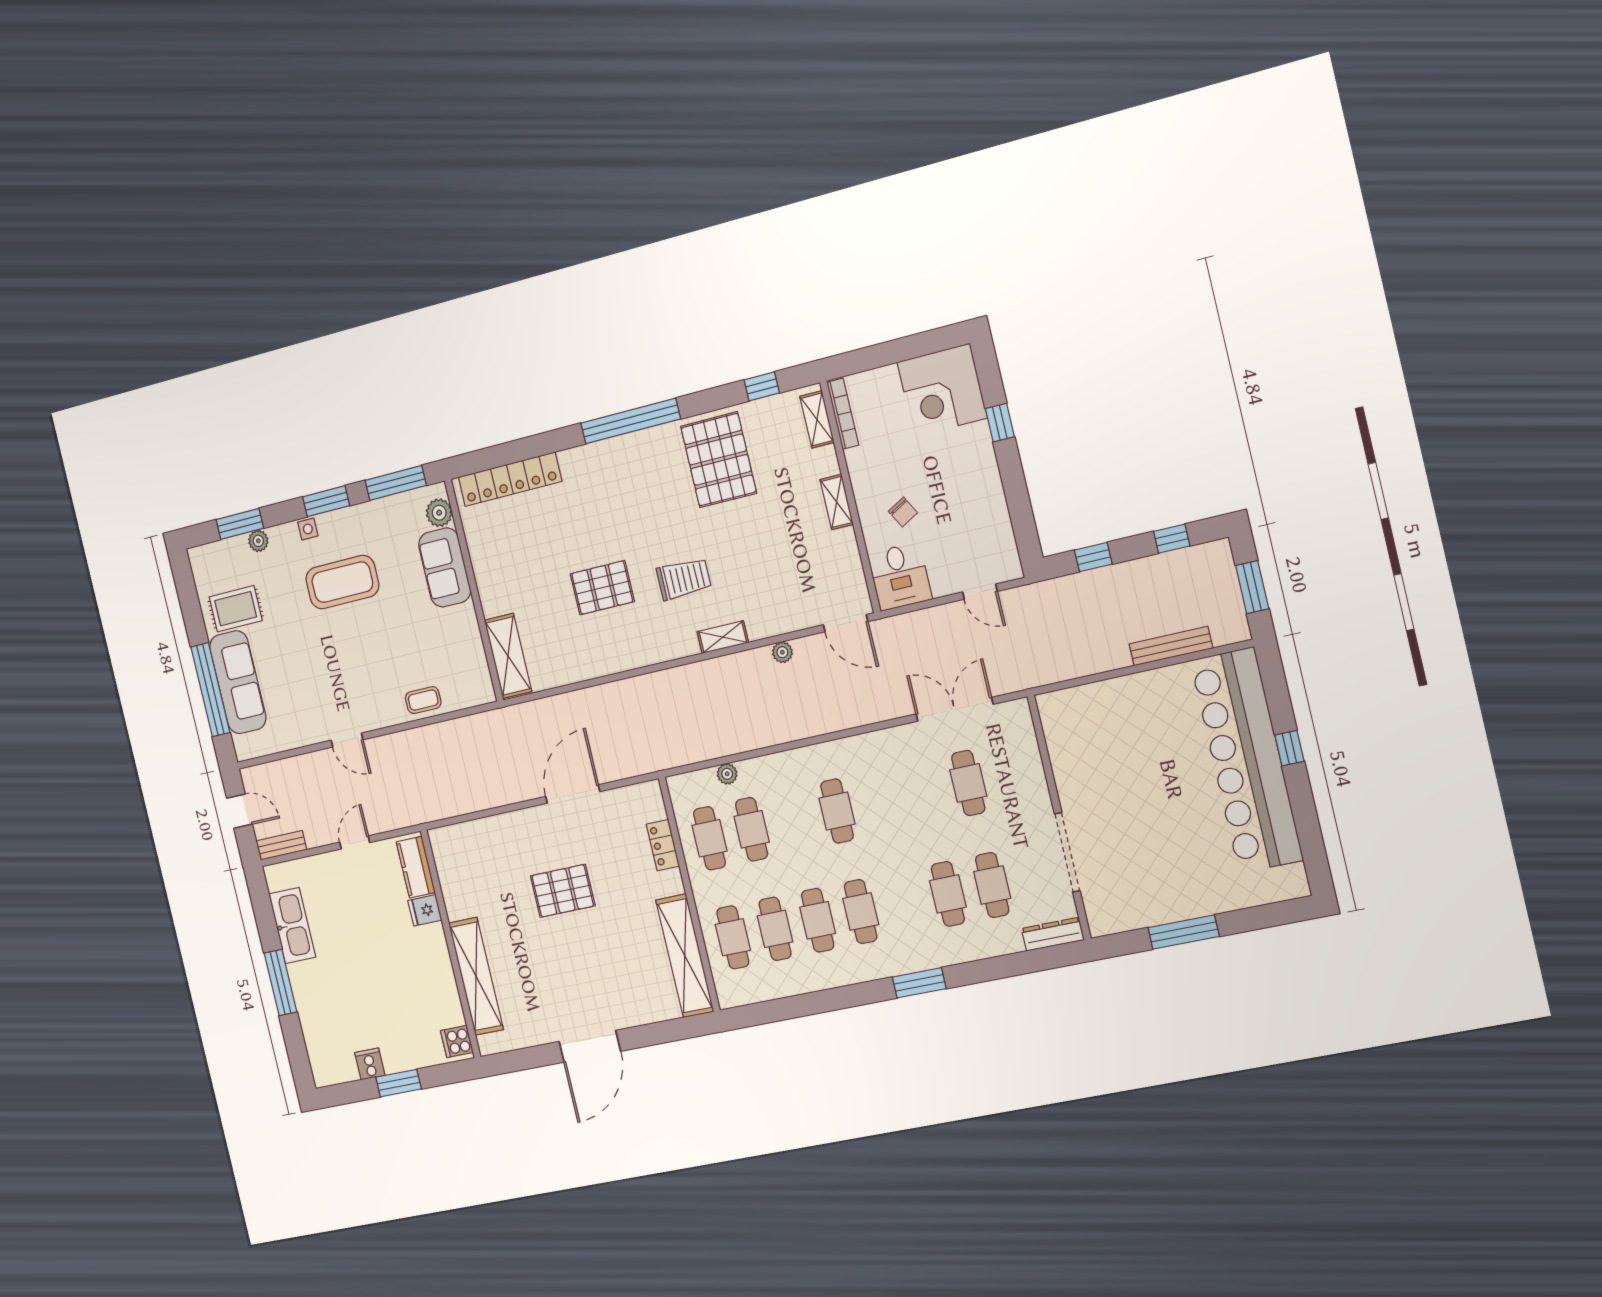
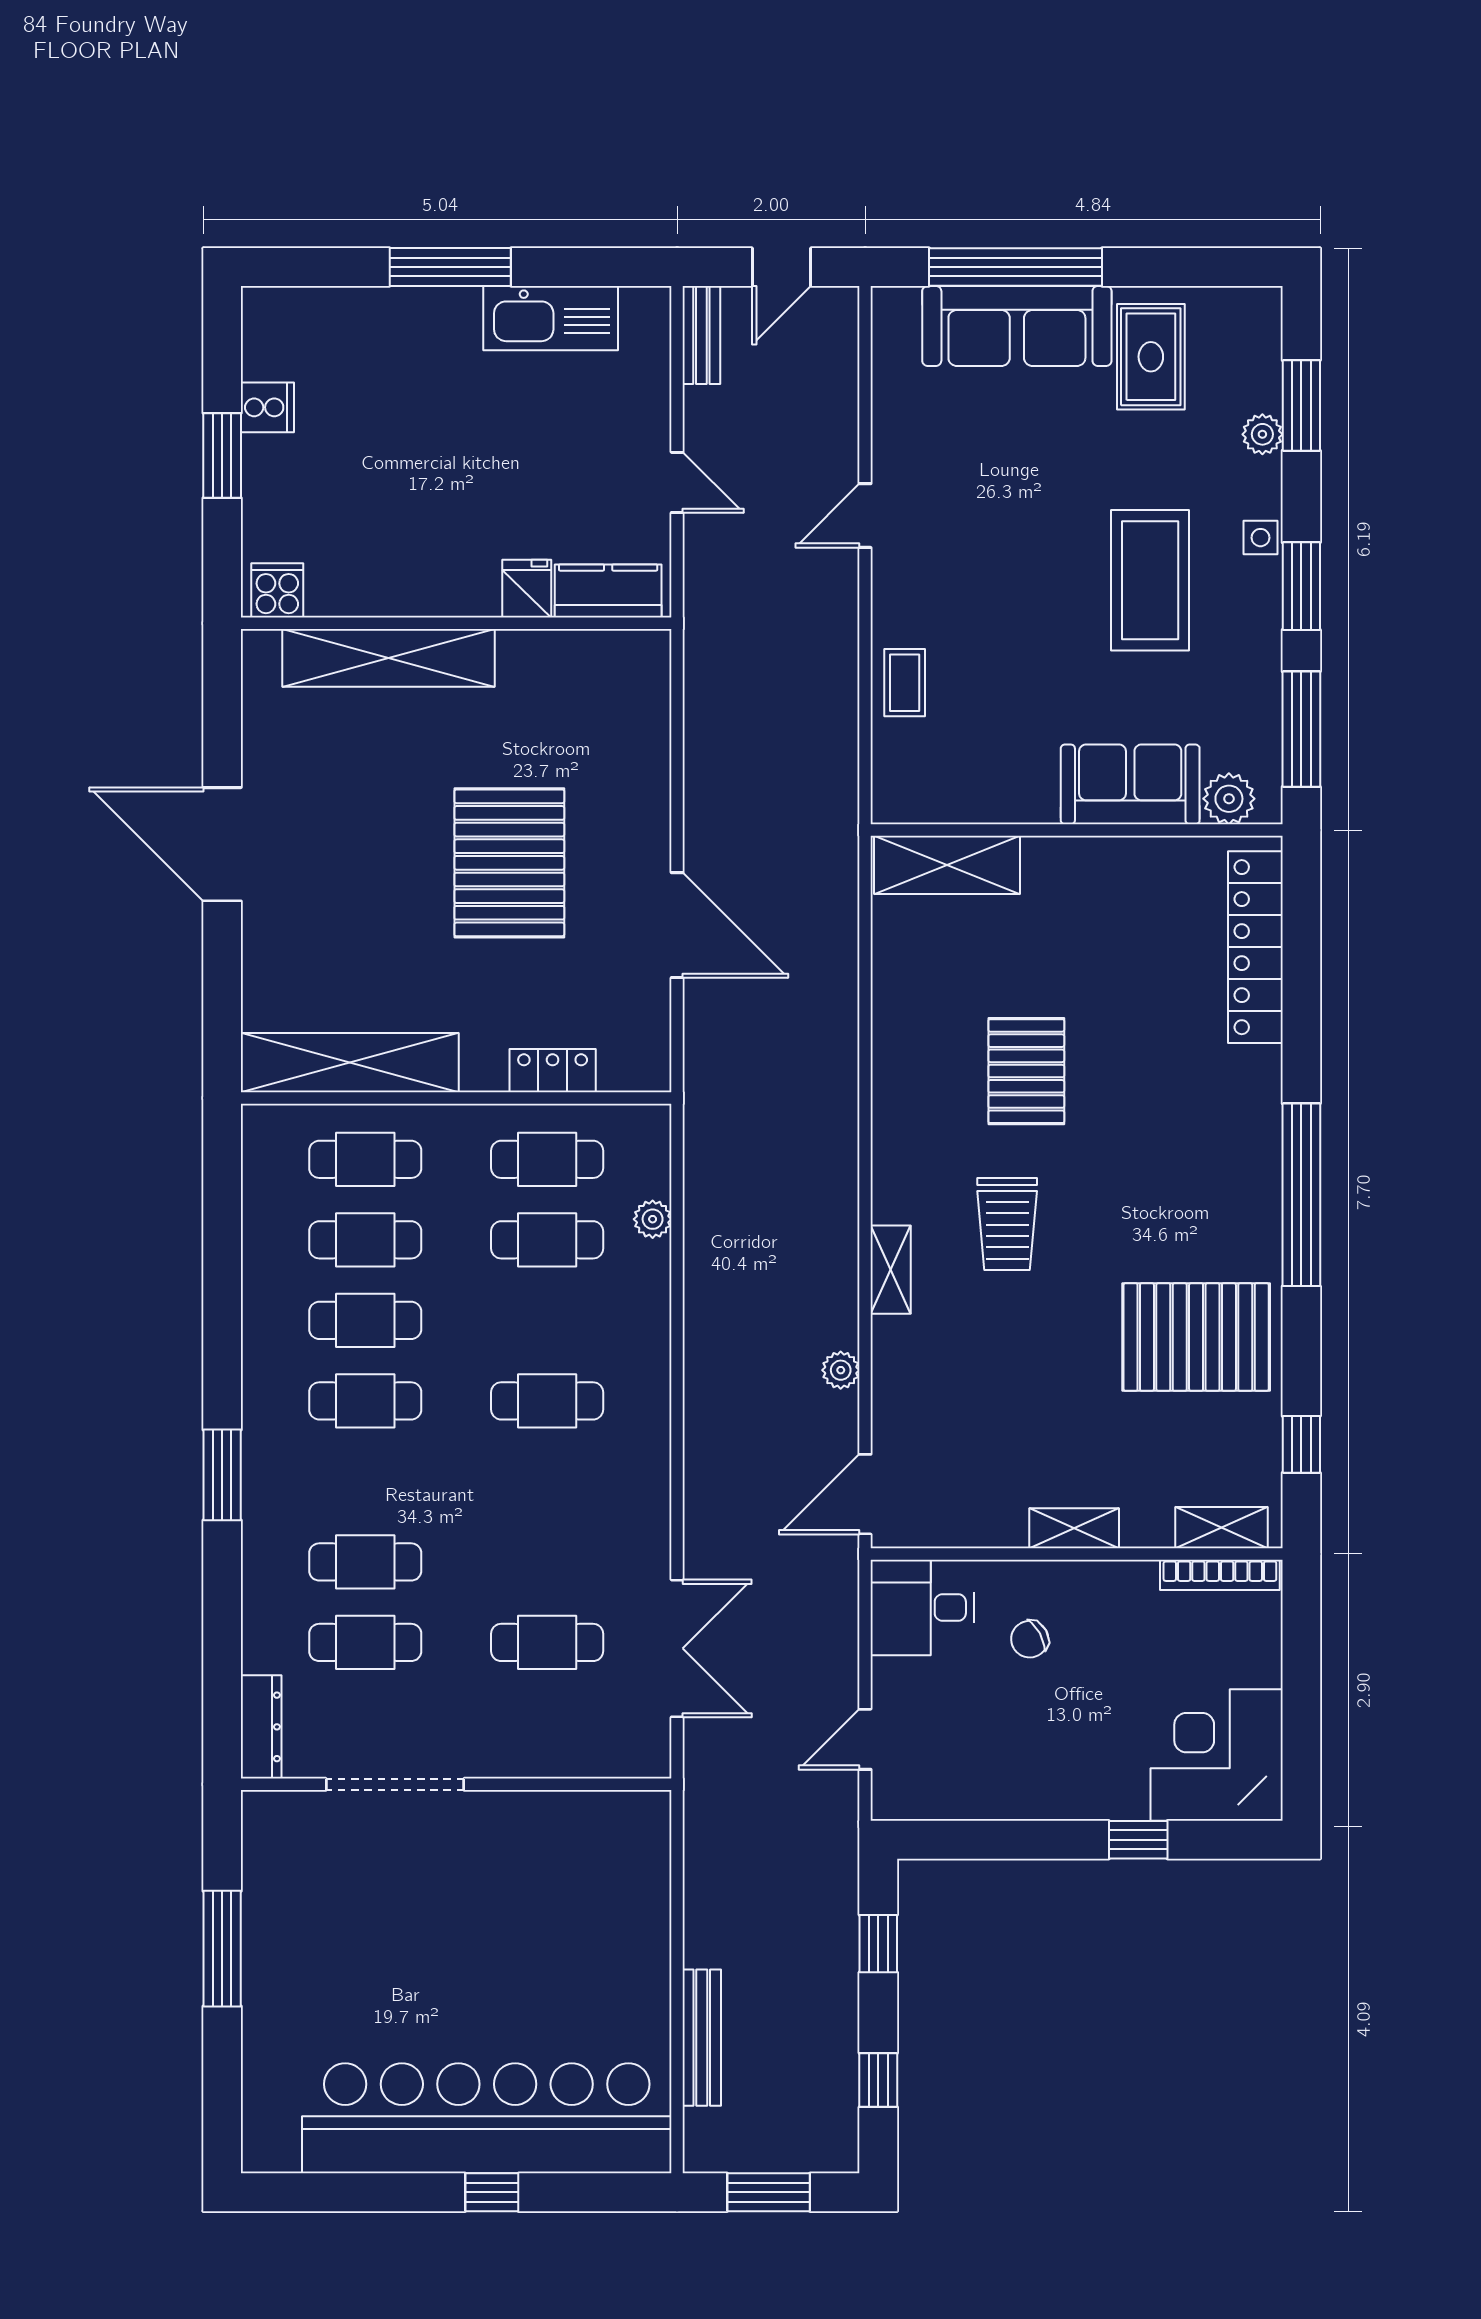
pallet: (563, 891) -> (509, 863), width x1.37, depth x1.41

